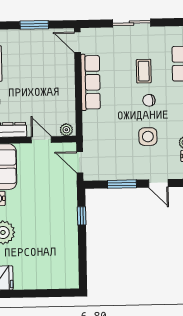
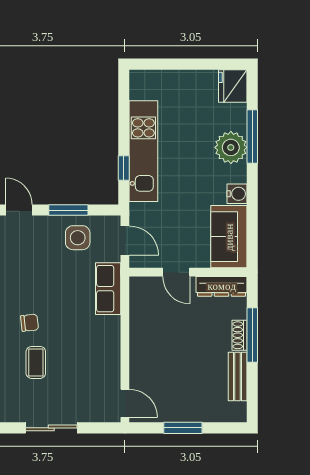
row of seats: (91, 82) -> (108, 289), moved, width x0.68
plant: (66, 130) -> (142, 285), removed
side table: (148, 137) -> (78, 238), moved
kitchen unit: (67, 229) -> (143, 151), added

